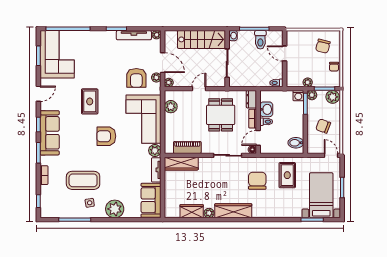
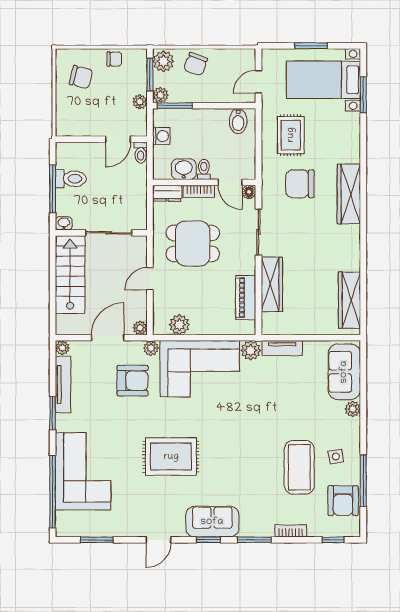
door: (285, 53) -> (118, 139), moved
corner sofa: (57, 54) -> (83, 471), moved, turned 90
plant: (156, 78) -> (151, 348), moved
door: (199, 89) -> (150, 279), hinge flipped
door: (38, 94) -> (158, 540), swing flipped
washing machine: (298, 96) -> (161, 136), moved
rug: (90, 101) -> (171, 457), width x1.36, depth x1.43
chair: (323, 126) -> (196, 64), moved
sofa: (50, 133) -> (212, 522), width x0.73
armchair: (106, 136) -> (343, 501), moved
door: (331, 155) -> (258, 82), moved
wardrobe: (181, 164) -> (272, 284), moved
rug: (287, 175) -> (291, 135), turned 90
sofa: (151, 200) -> (344, 372), moved, turned 90
plant: (115, 209) -> (353, 409), width x0.53, depth x0.53
wardrobe: (192, 211) -> (350, 300), width x1.50
wardrobe: (233, 211) -> (349, 194), moved
plant: (209, 213) -> (353, 262), removed

